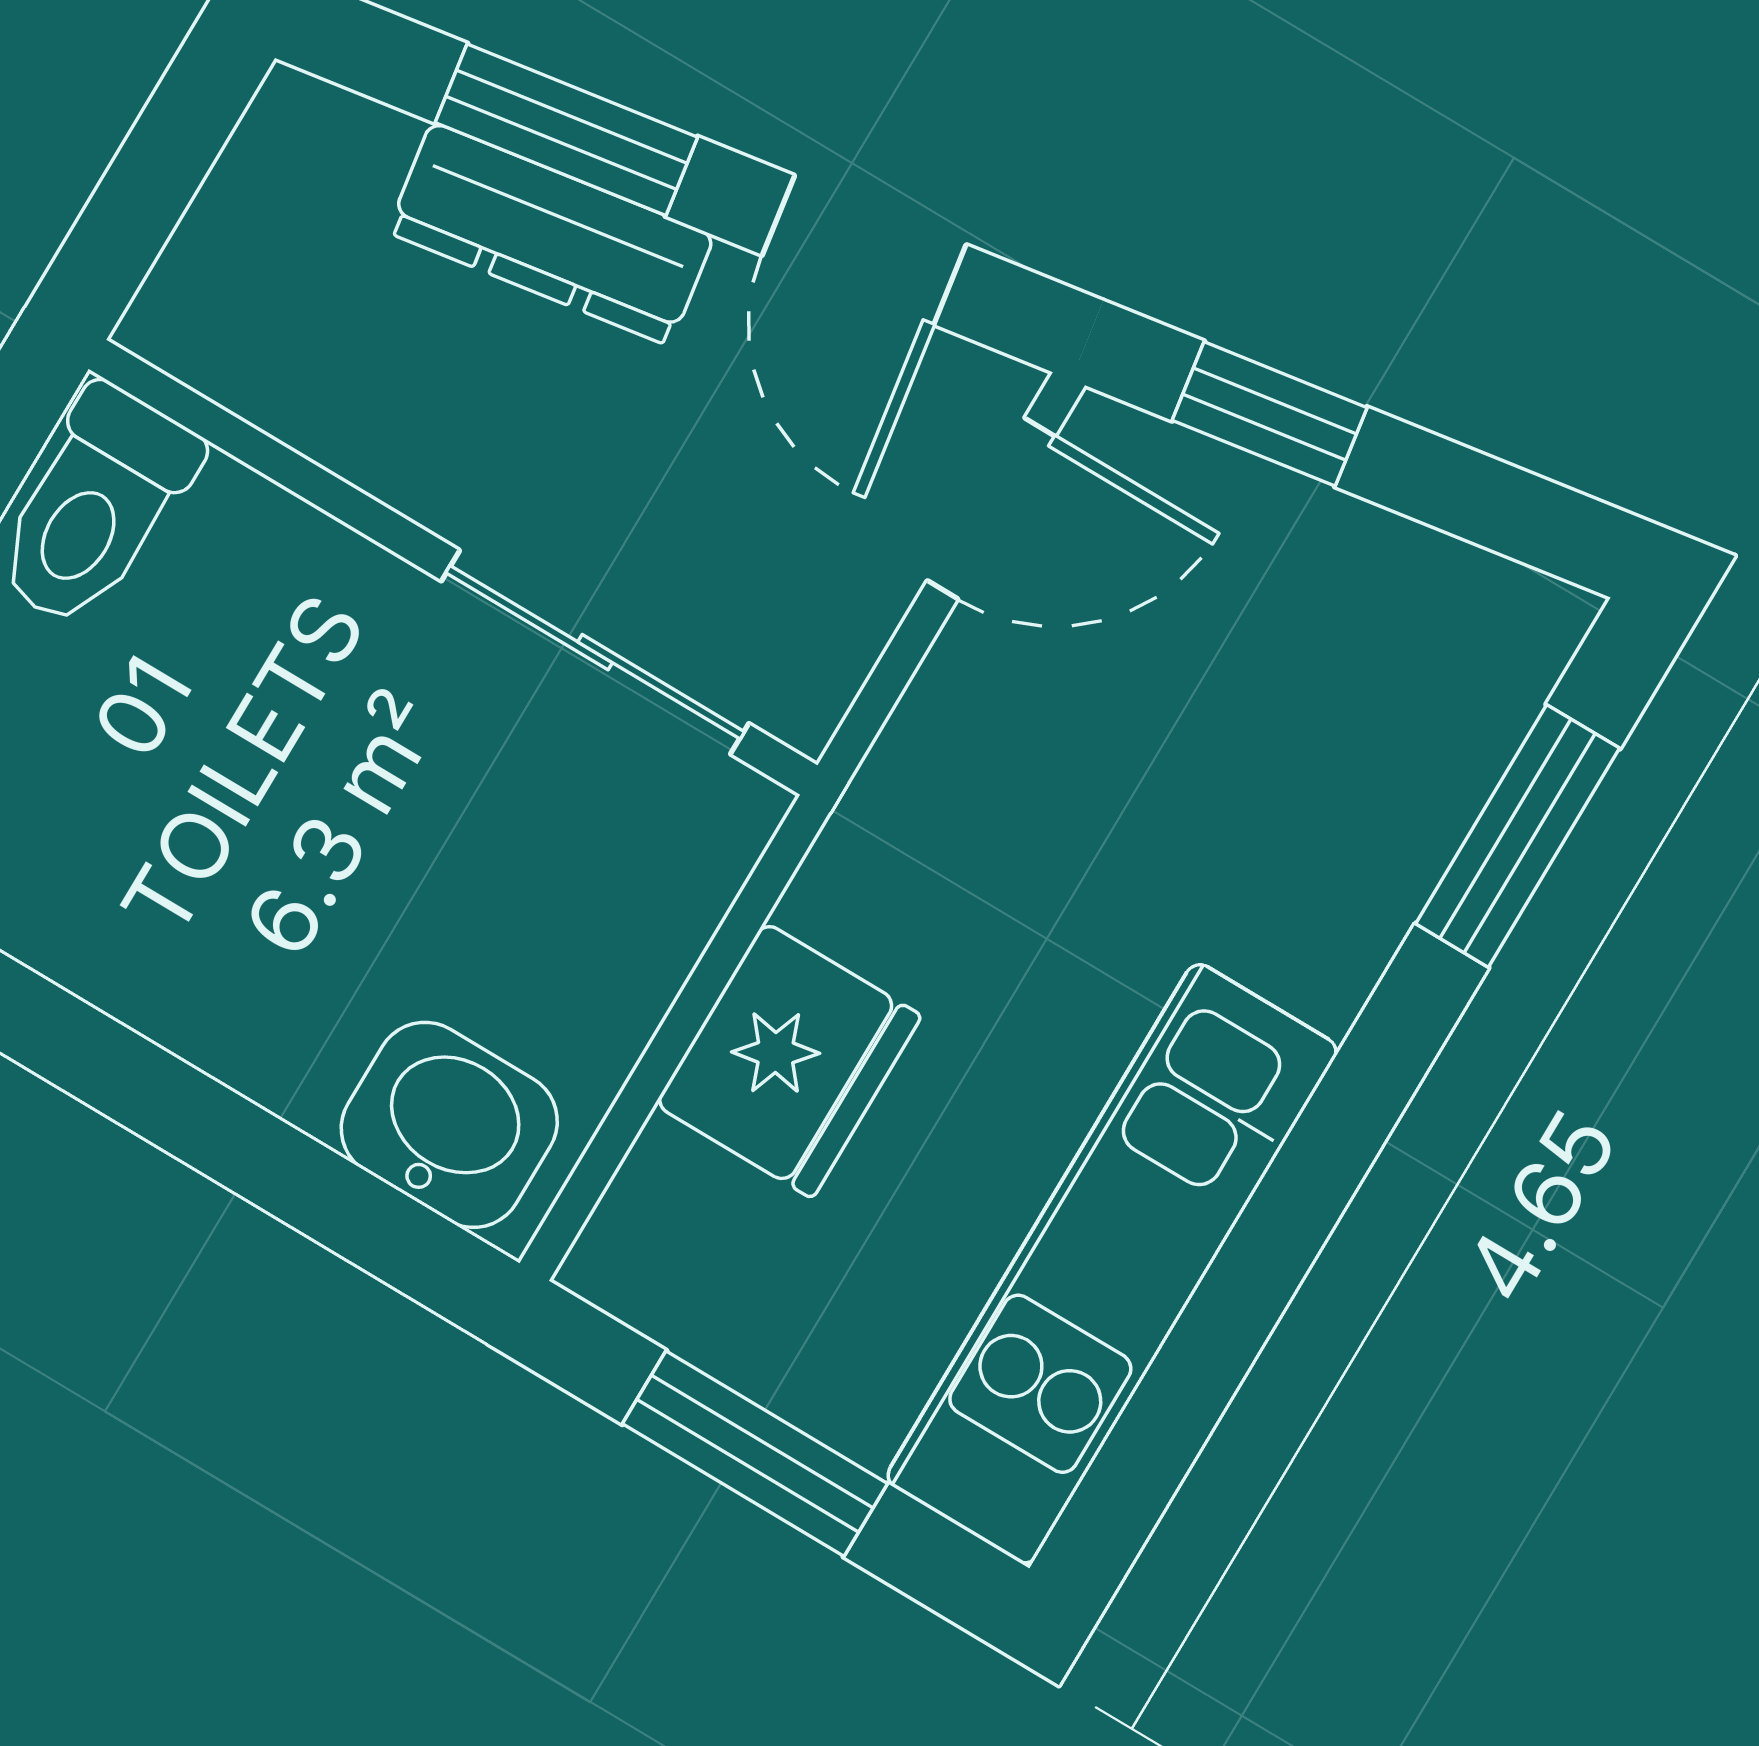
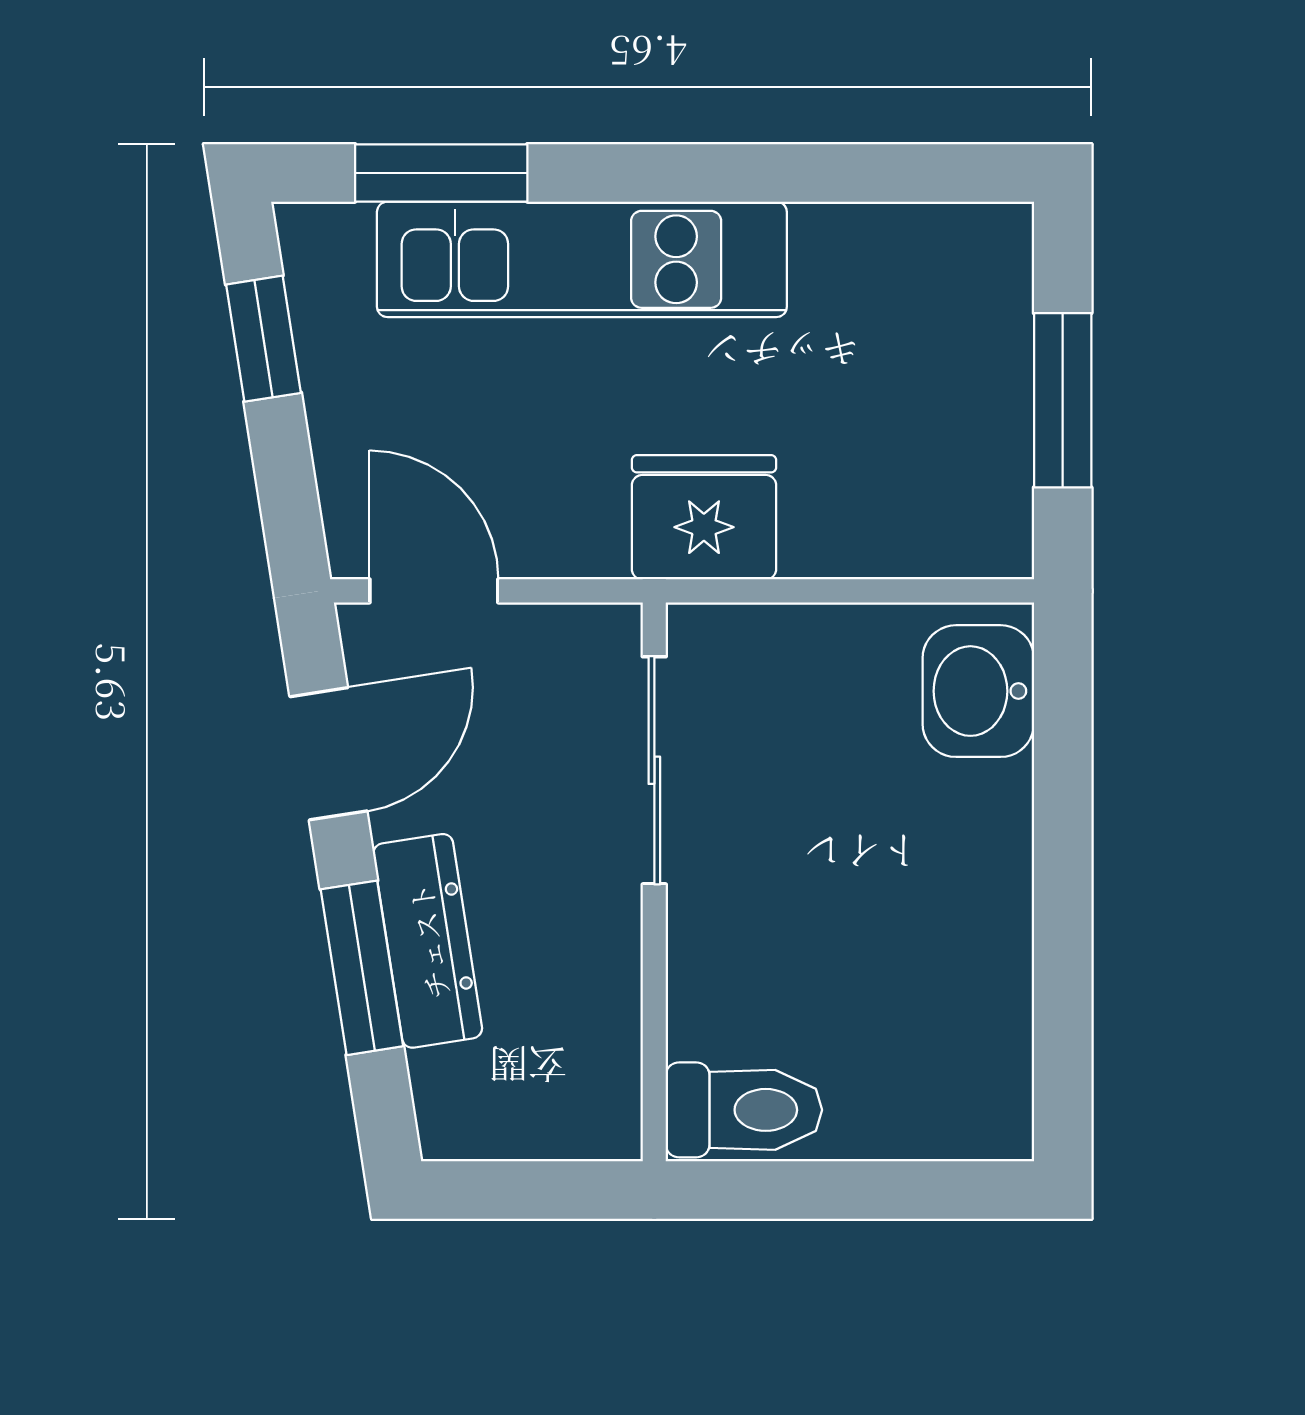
window: (1270, 414) -> (263, 339), moved
fridge: (788, 1060) -> (704, 517), moved
kitchen unit: (1112, 1264) -> (582, 259), moved

